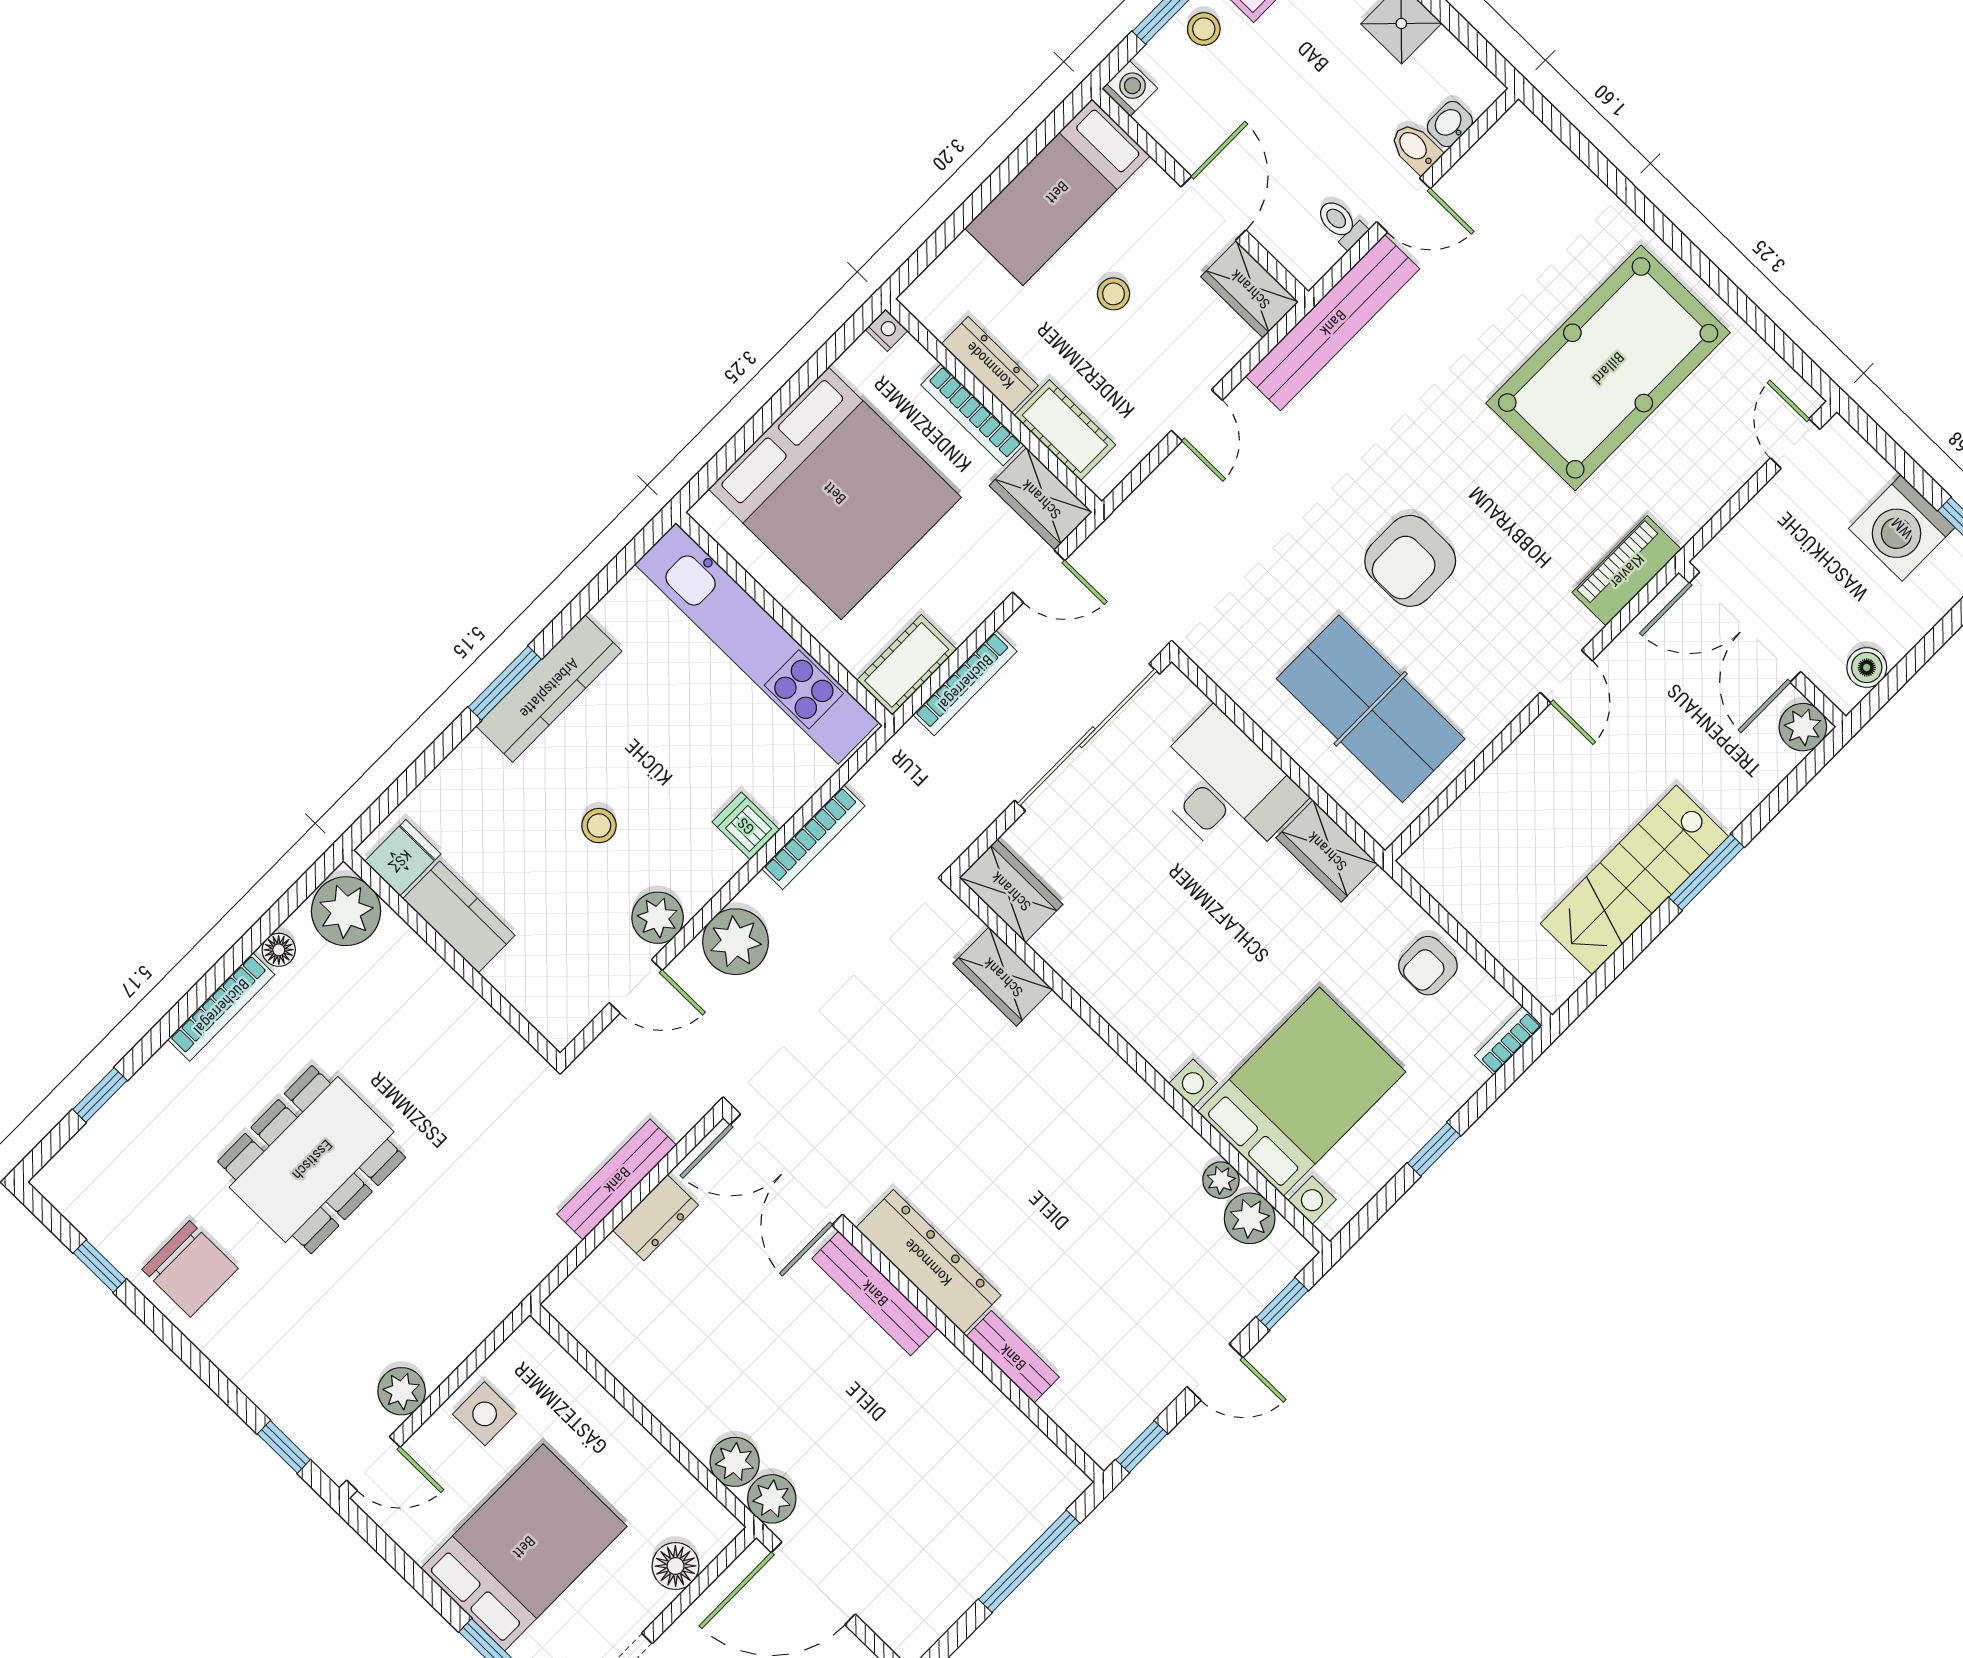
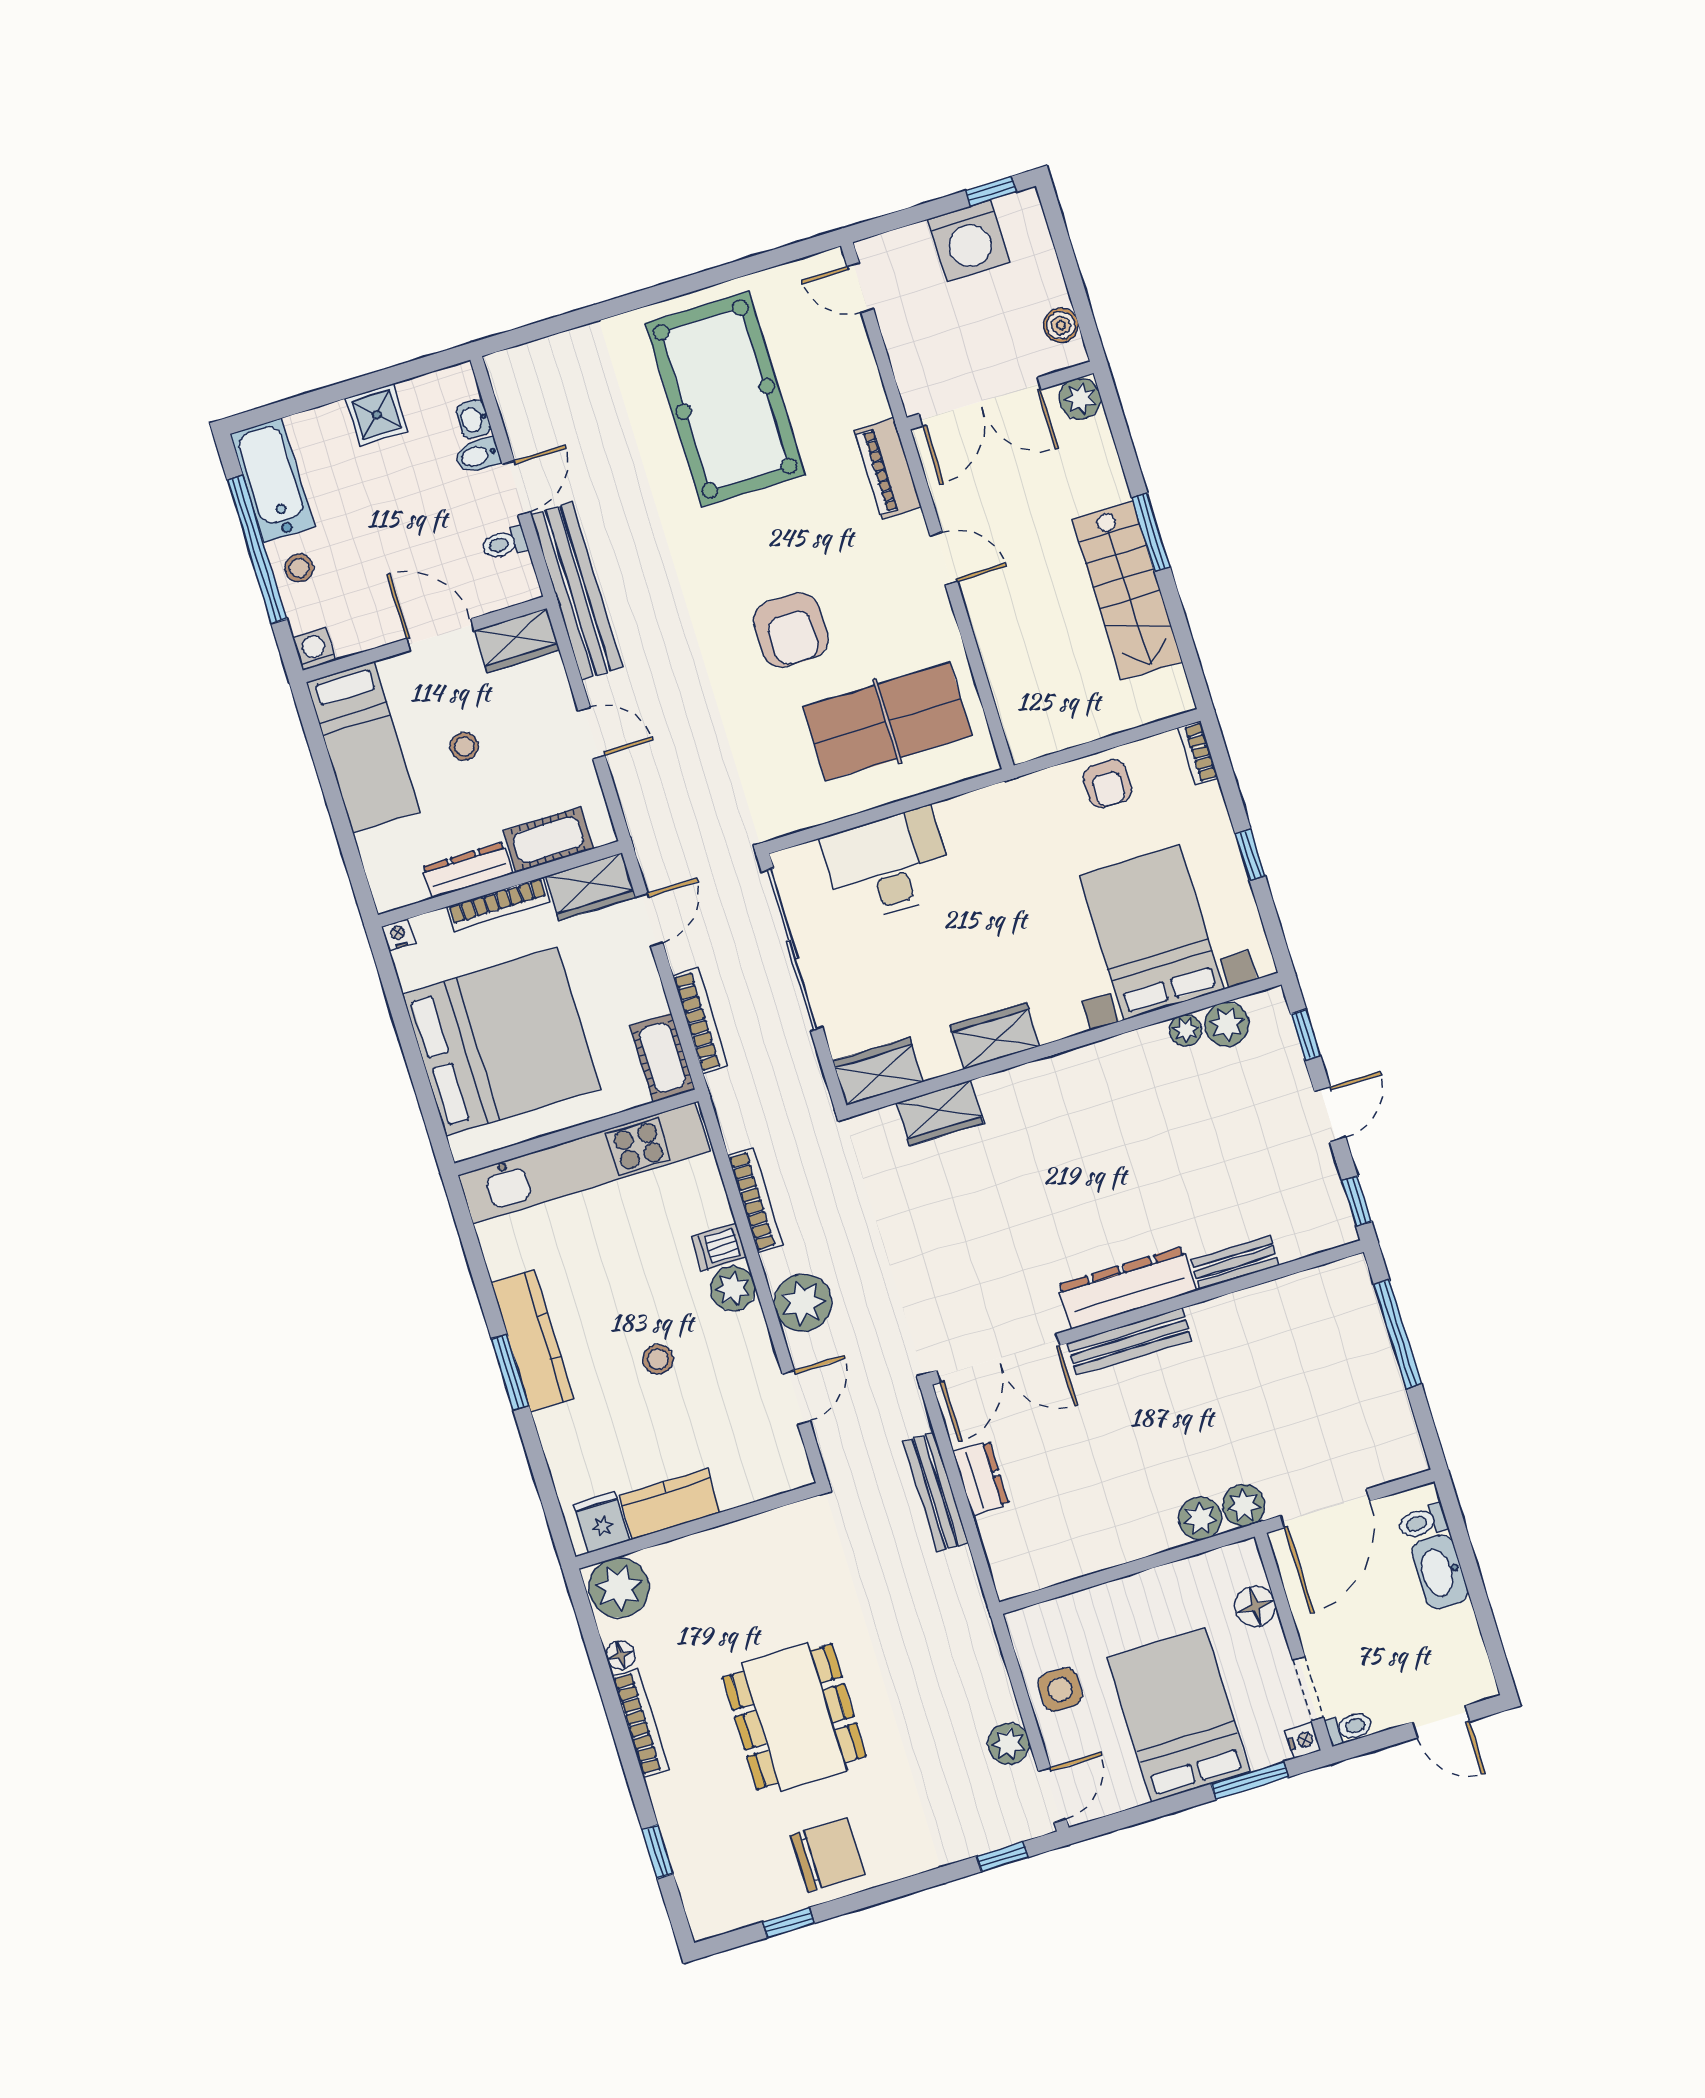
wardrobe: (1327, 851) -> (995, 1036), moved, turned 180
plant: (658, 918) -> (733, 1288), moved

